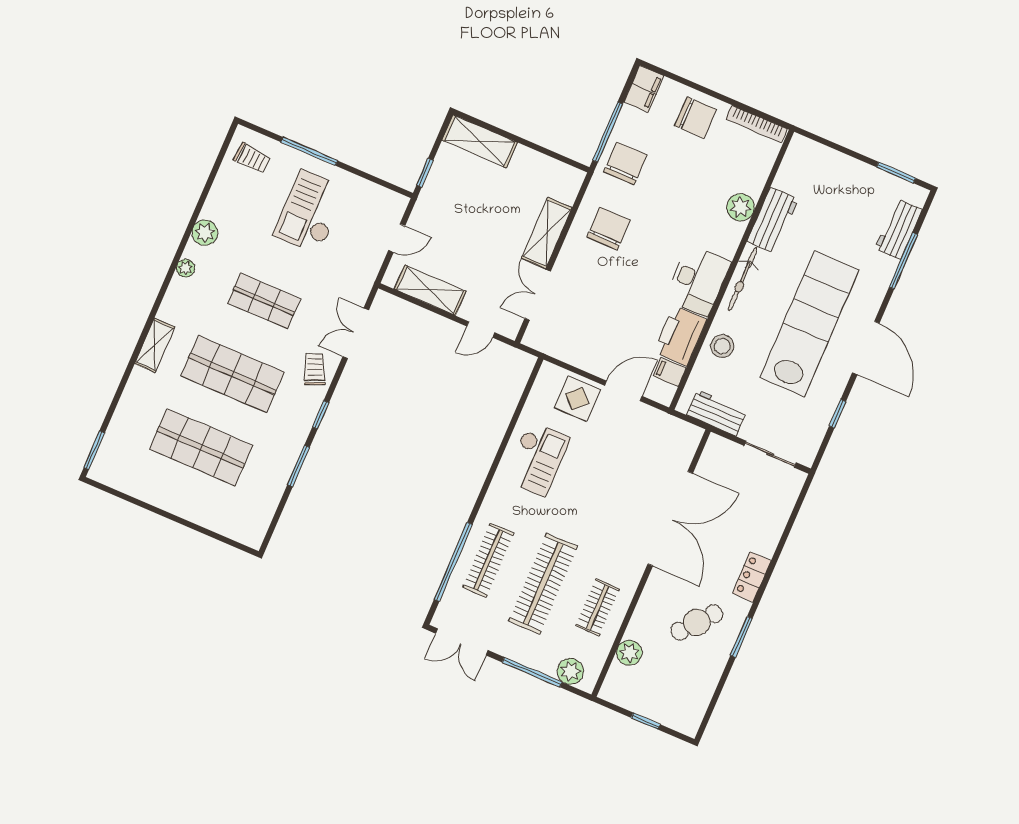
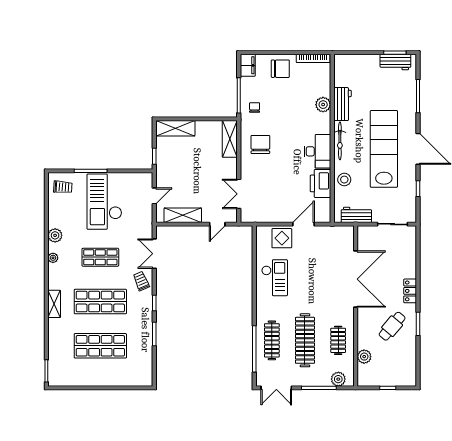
chair: (625, 163) -> (255, 107), width x0.54, depth x0.54
checkout: (310, 212) -> (104, 202), width x1.36, depth x1.21
workbench: (899, 229) -> (395, 62), moved, turned -90
shelving: (547, 233) -> (230, 139), moved
filing cabinet: (670, 372) -> (323, 204), removed

